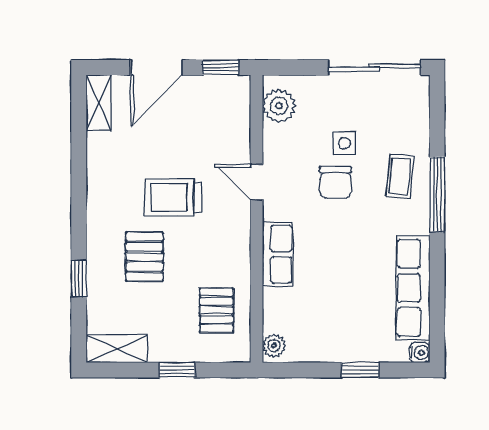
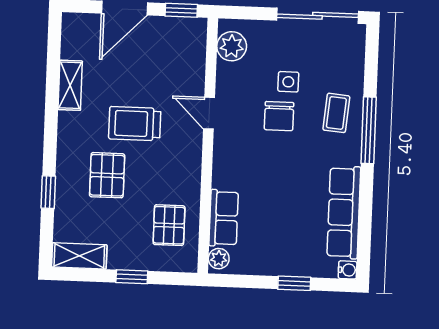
shelving: (99, 103) -> (70, 85), moved
row of seats: (278, 254) -> (224, 218), moved

